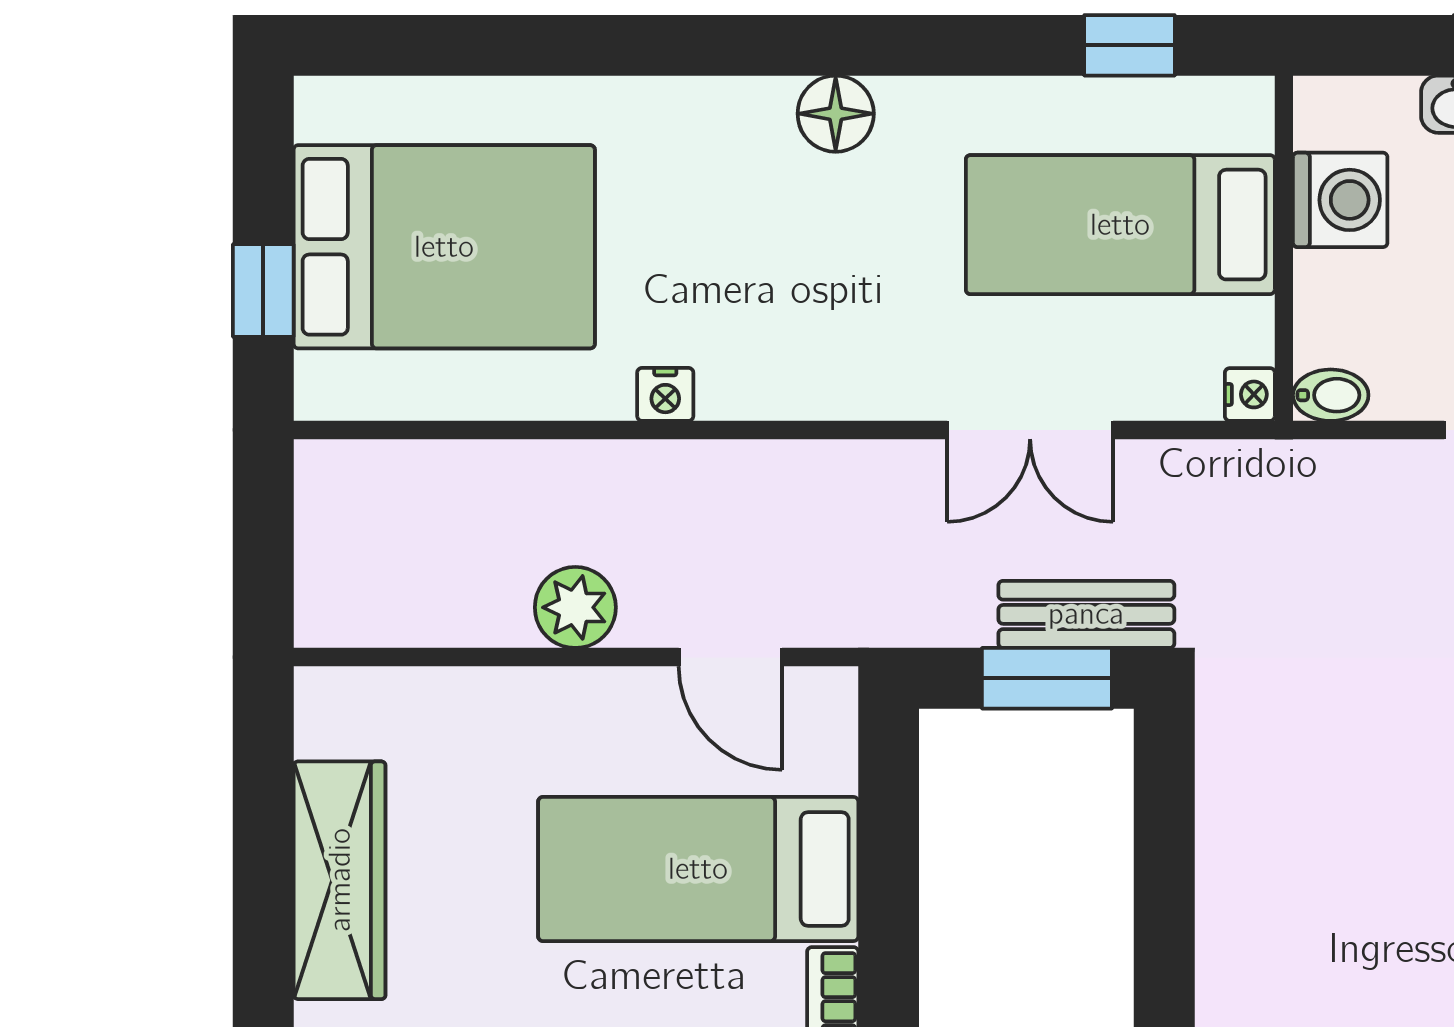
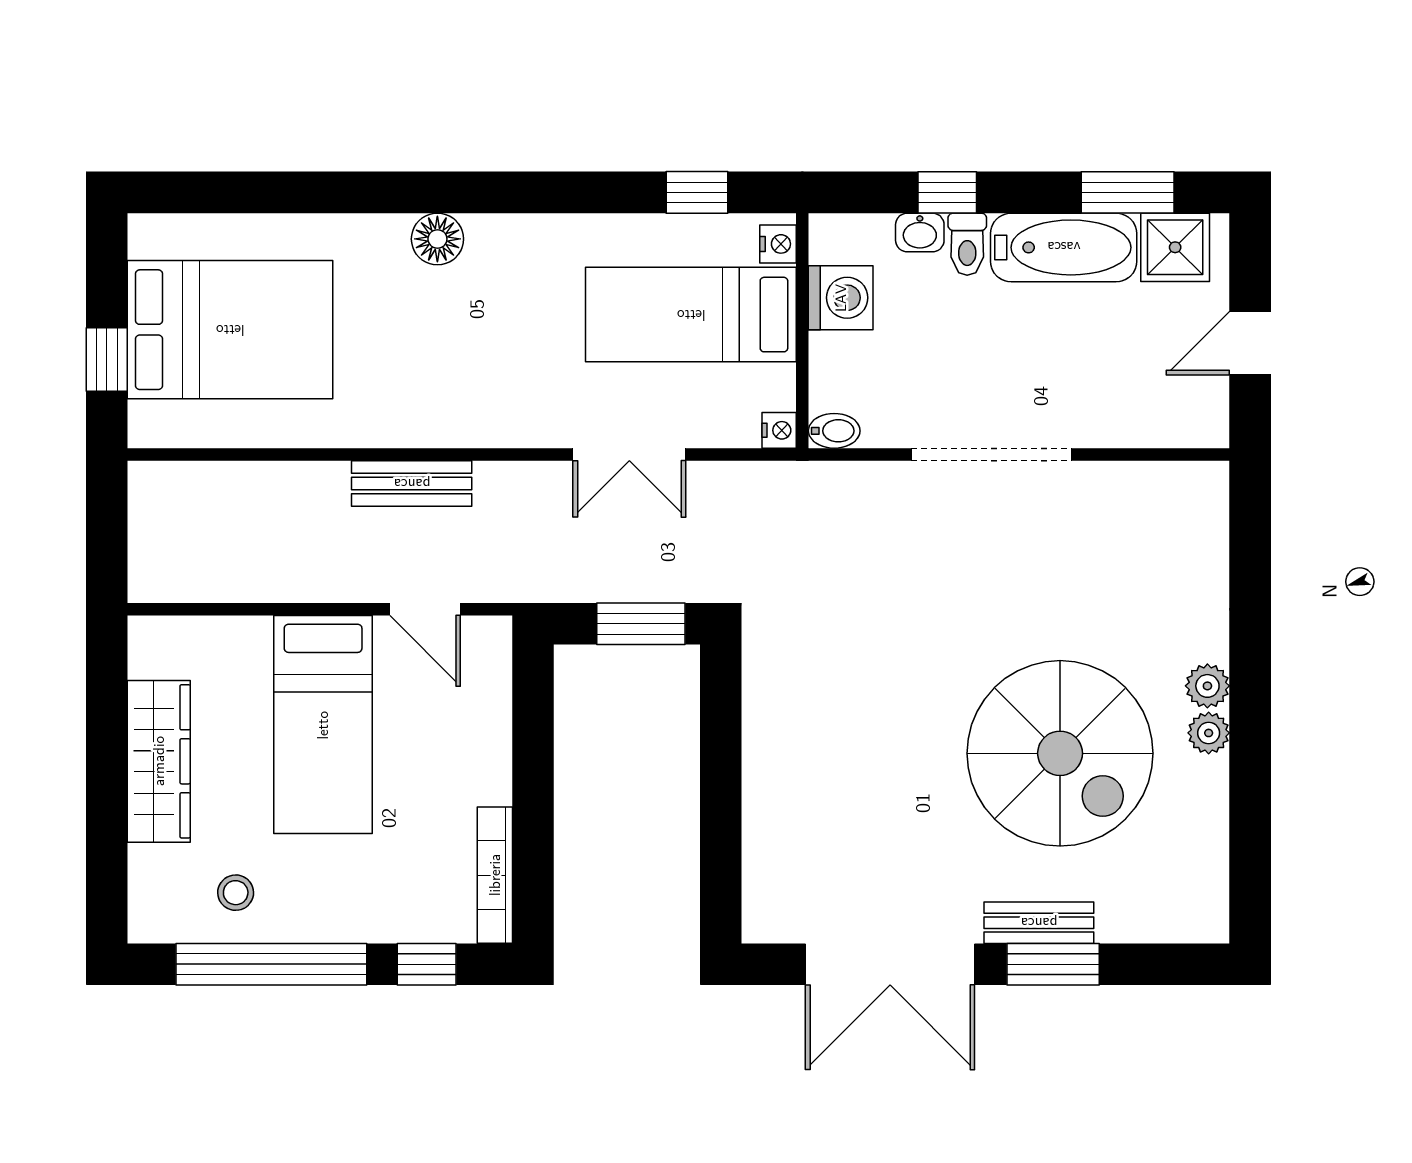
floor lamp: (836, 114) -> (437, 239), moved
nightstand: (665, 394) -> (778, 244), moved, turned -90
plant: (575, 607) -> (319, 575), removed
bench: (1086, 614) -> (412, 484), moved
bed: (698, 869) -> (323, 725), moved, turned -90

